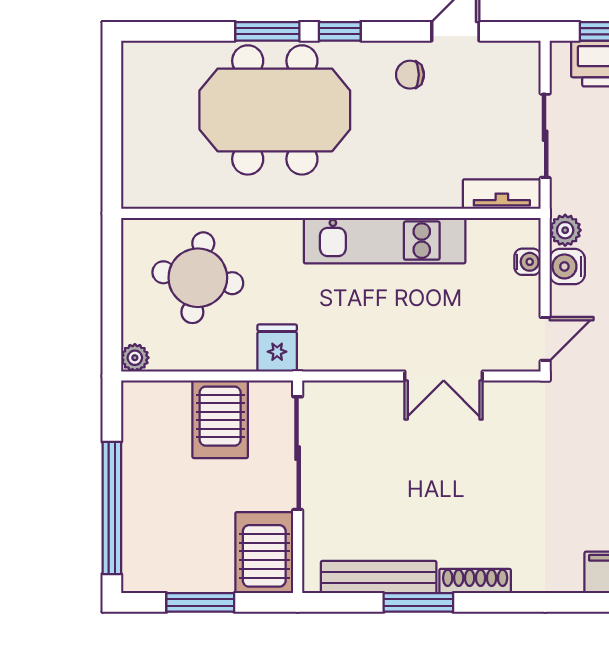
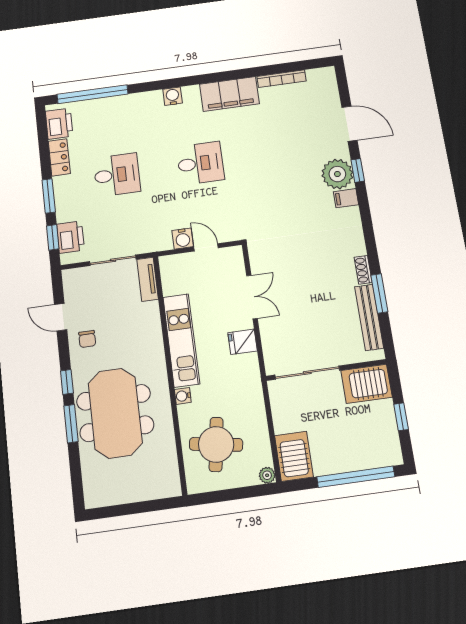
plant: (565, 230) -> (163, 242), removed
water cooler: (528, 262) -> (183, 396), moved, turned -90
door: (545, 339) -> (206, 247), moved
fridge: (277, 348) -> (243, 342), moved
server rack: (220, 419) -> (294, 456), moved, turned -90
shoe rack: (475, 581) -> (363, 270), width x0.70
window: (200, 602) -> (401, 417), width x0.67

